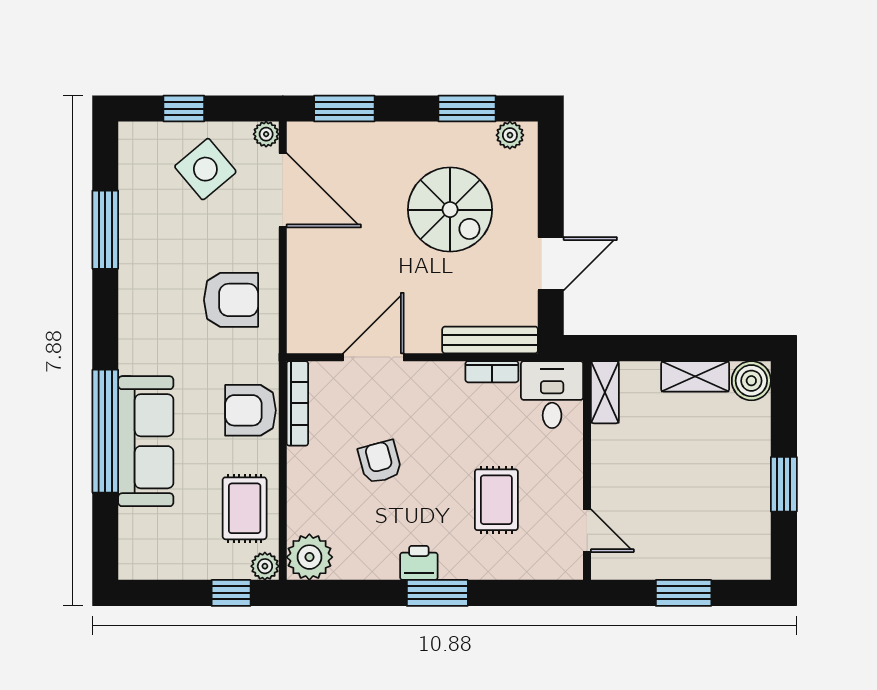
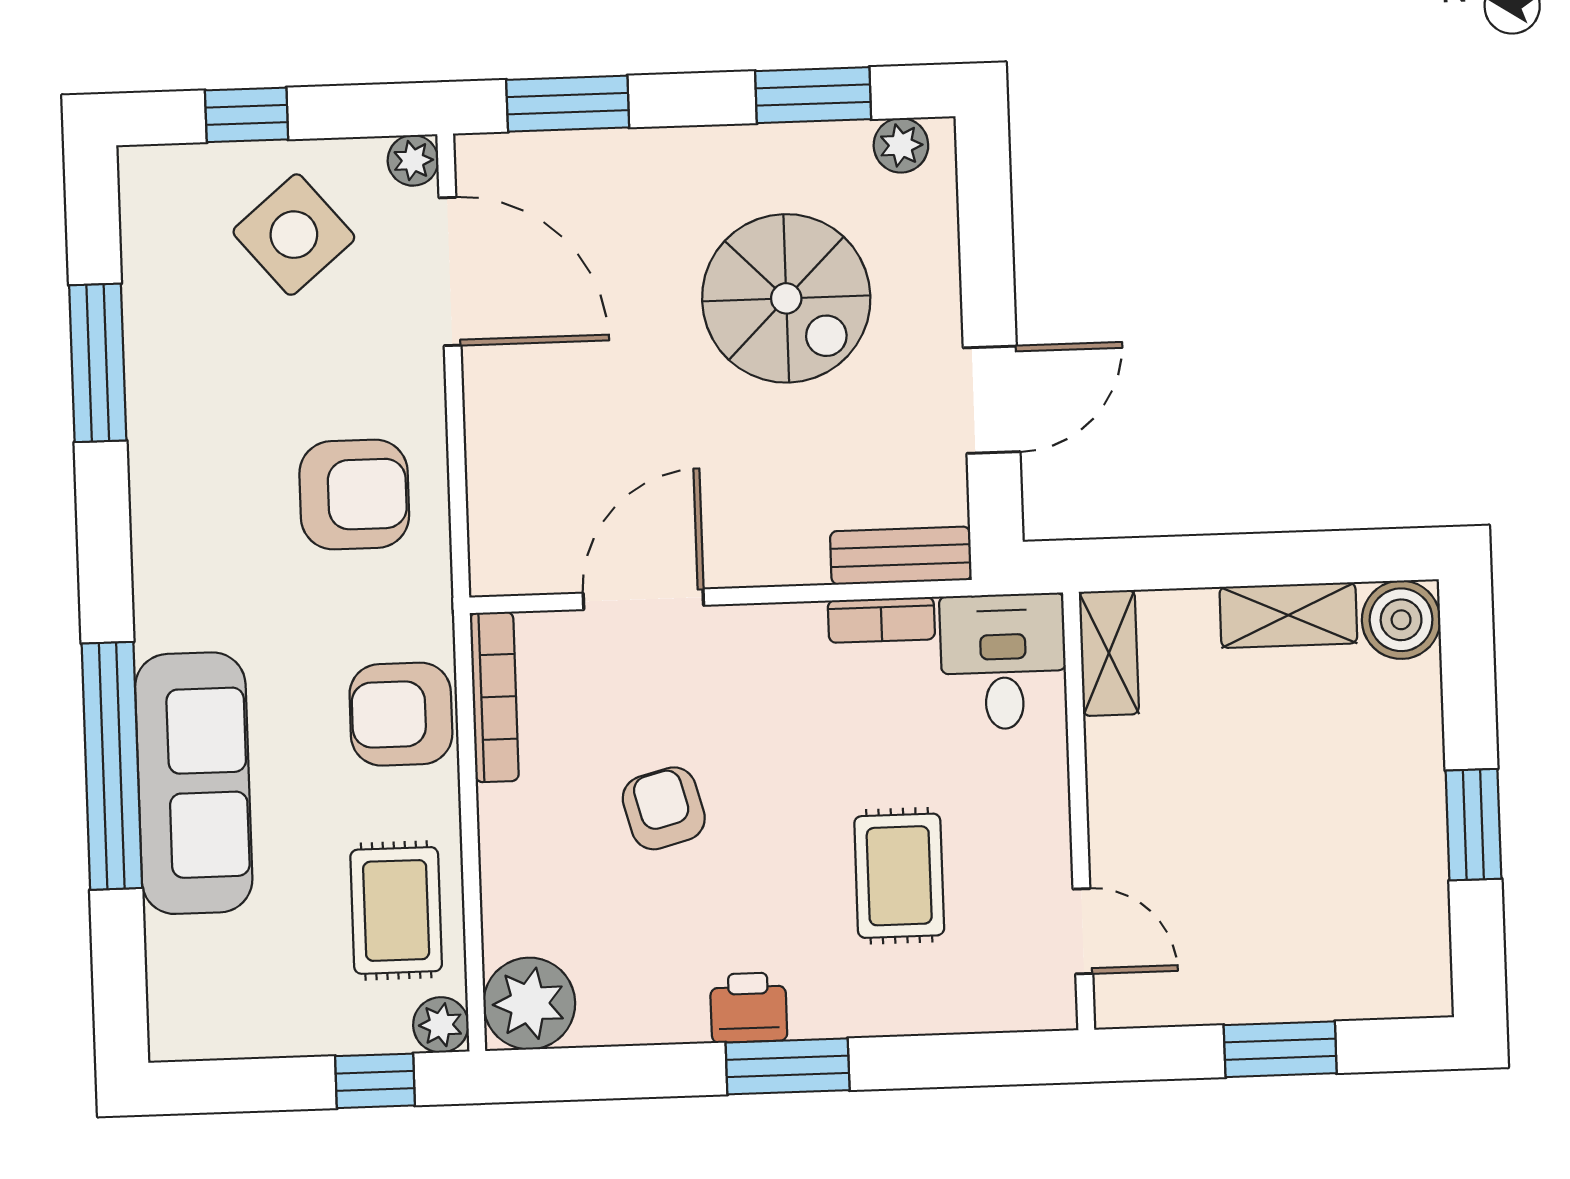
bench: (490, 340) -> (901, 556), width x0.73

